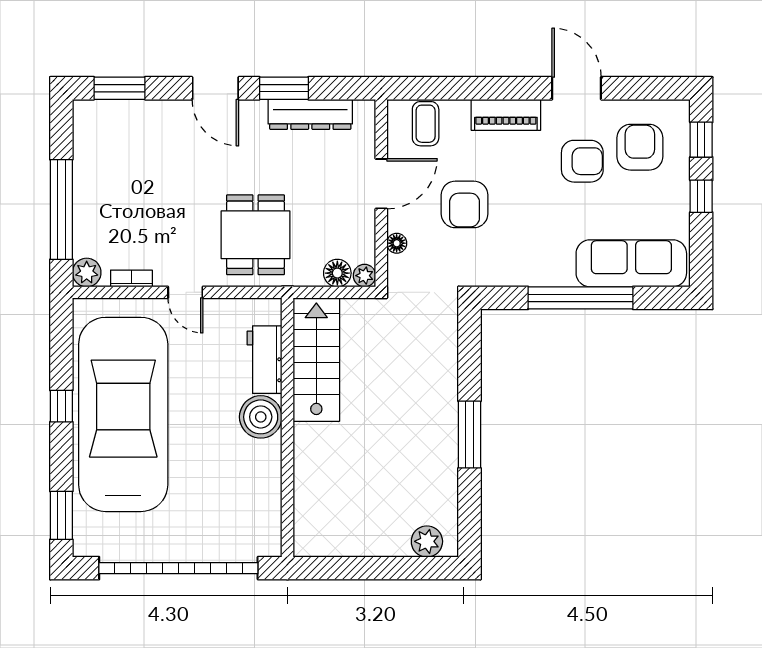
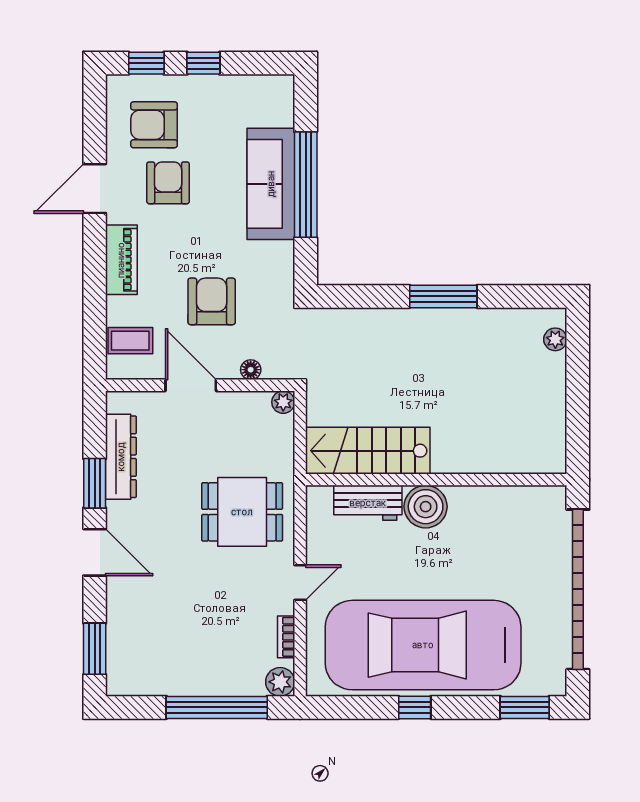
door: (215, 88) -> (95, 552), hinge flipped
armchair: (465, 204) -> (212, 301), turned -90
sofa: (631, 263) -> (271, 184), moved
floor lamp: (337, 273) -> (281, 430), removed
plant: (427, 541) -> (555, 339), width x0.73, depth x0.73

